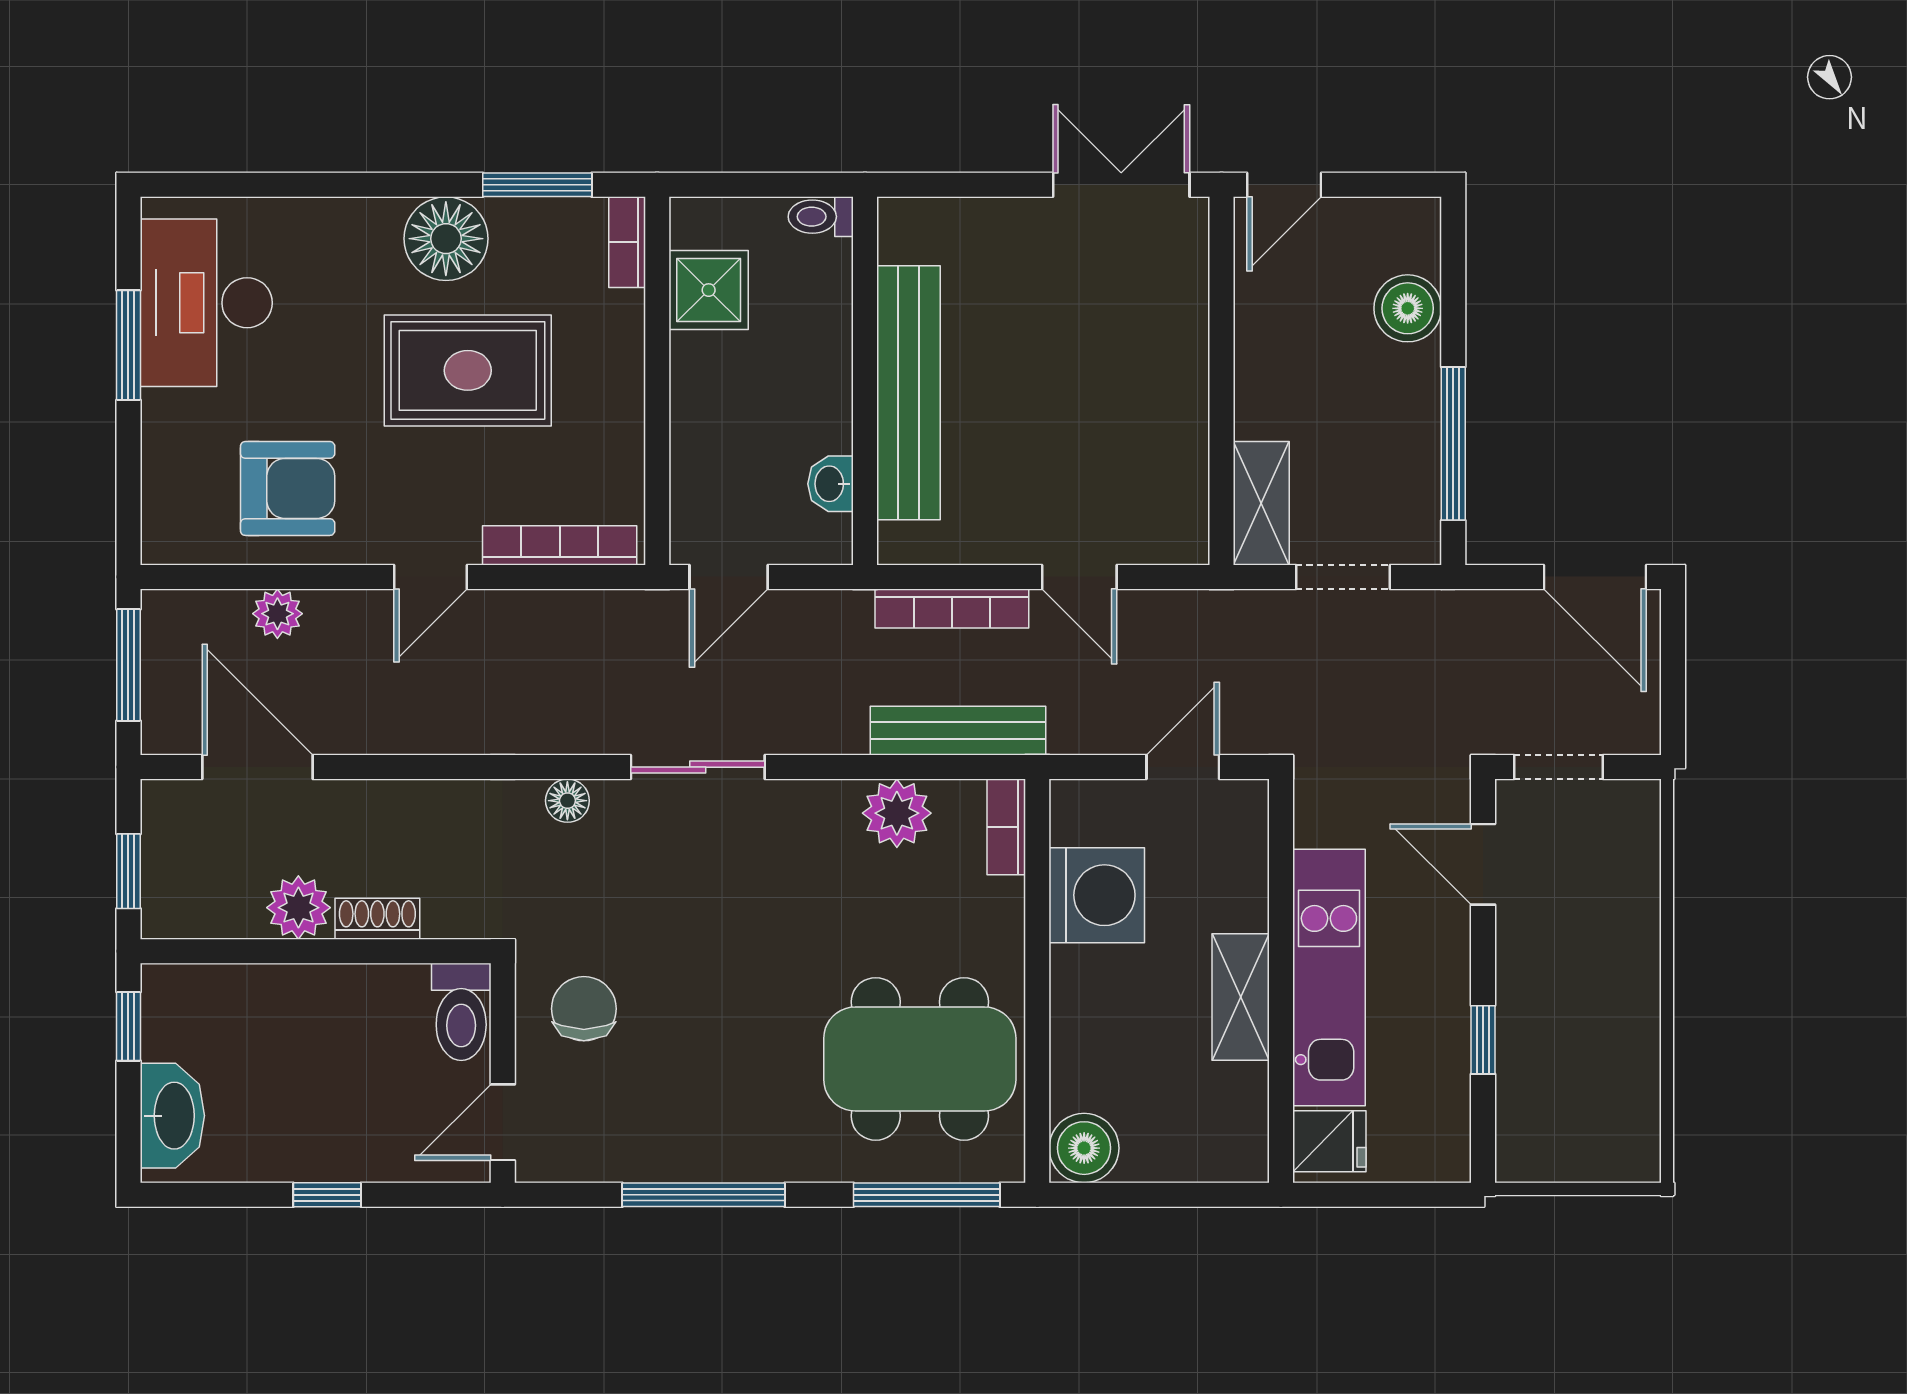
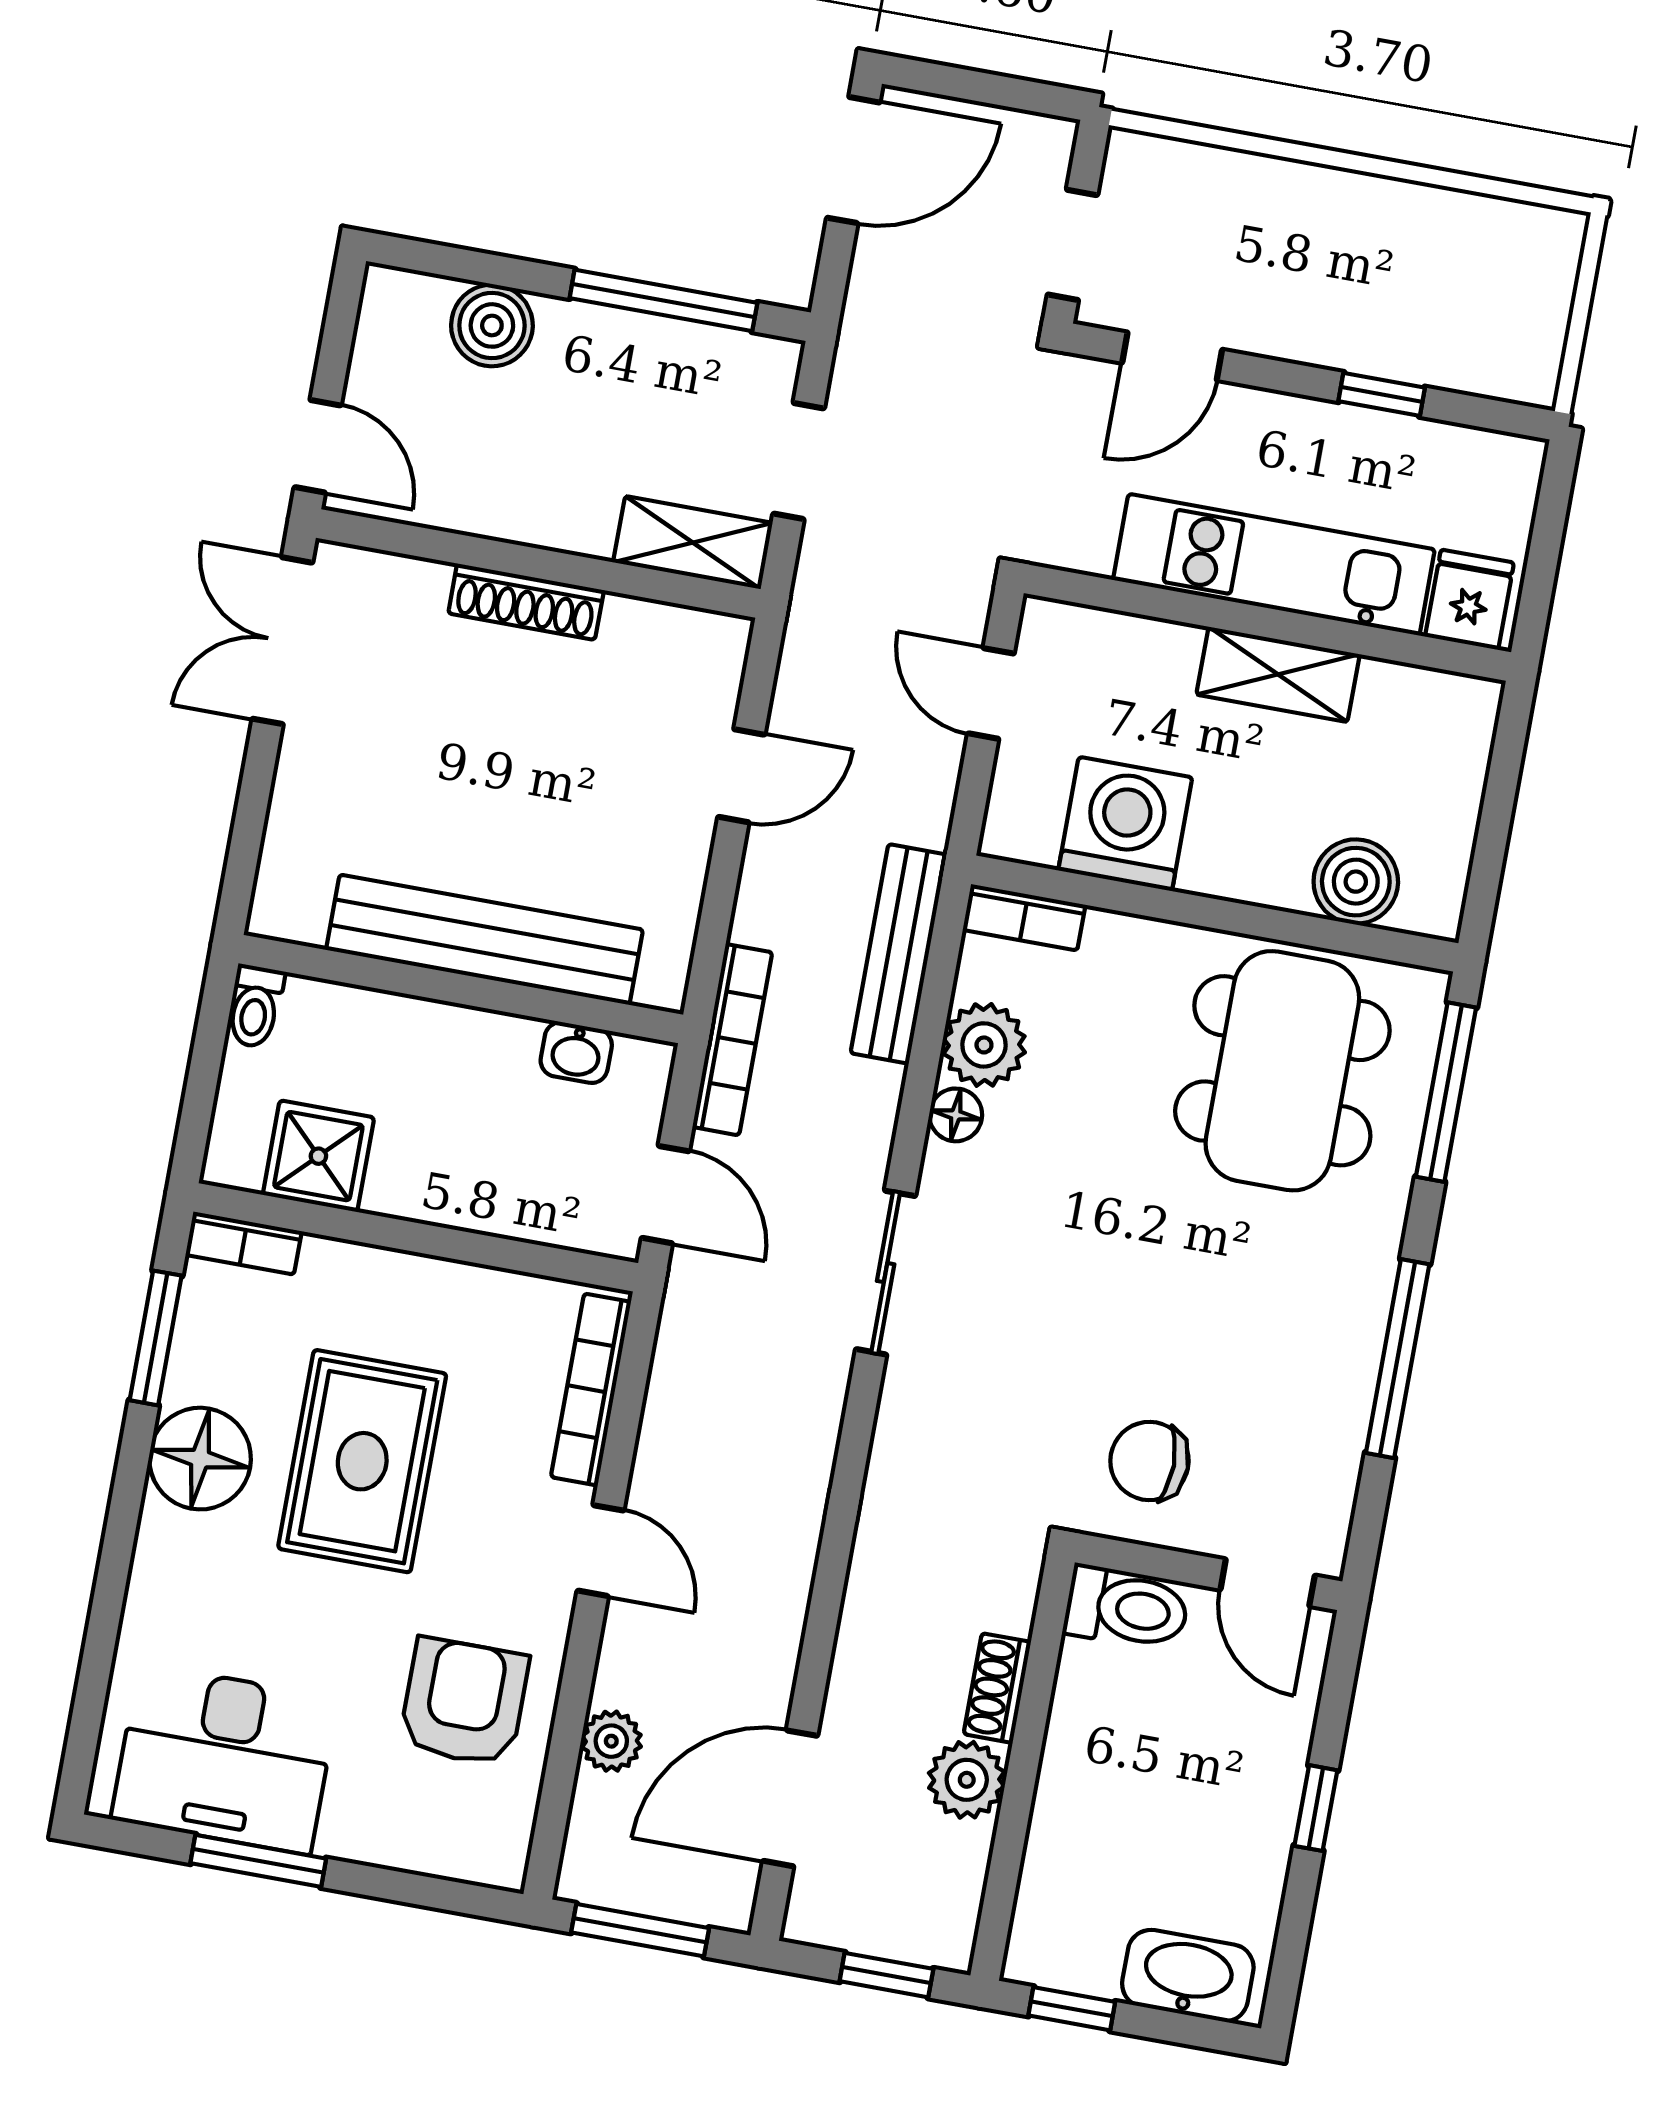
shoe rack: (1189, 377) -> (526, 602), added
bookcase: (952, 608) -> (732, 1040), moved
floor lamp: (567, 801) -> (956, 1115), moved
boiler: (1084, 1148) -> (1356, 882), moved

